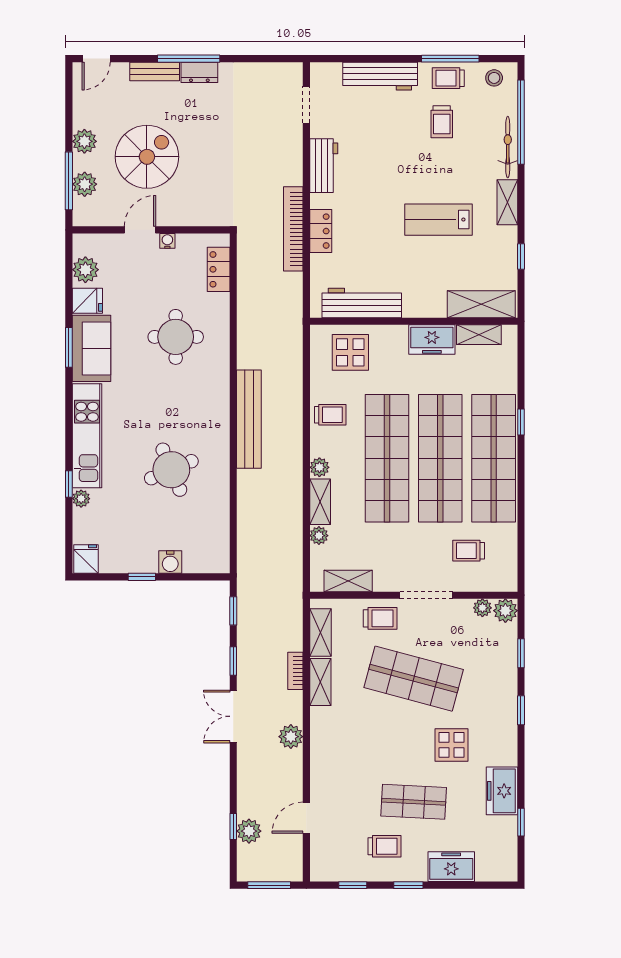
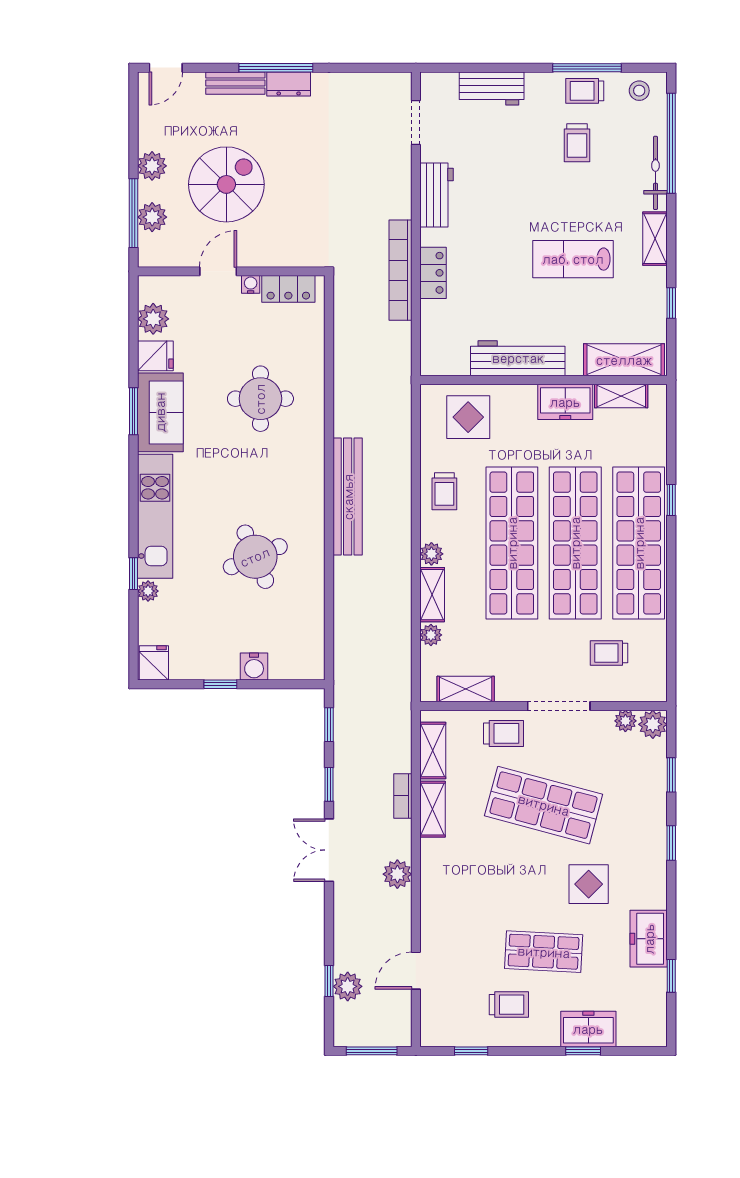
workbench: (380, 76) -> (492, 88), width x0.73
locker: (219, 269) -> (288, 289), moved, turned -90
workbench: (362, 303) -> (518, 358), moved
trolley: (330, 415) -> (444, 491), turned 90
window: (408, 885) -> (583, 1051), moved

